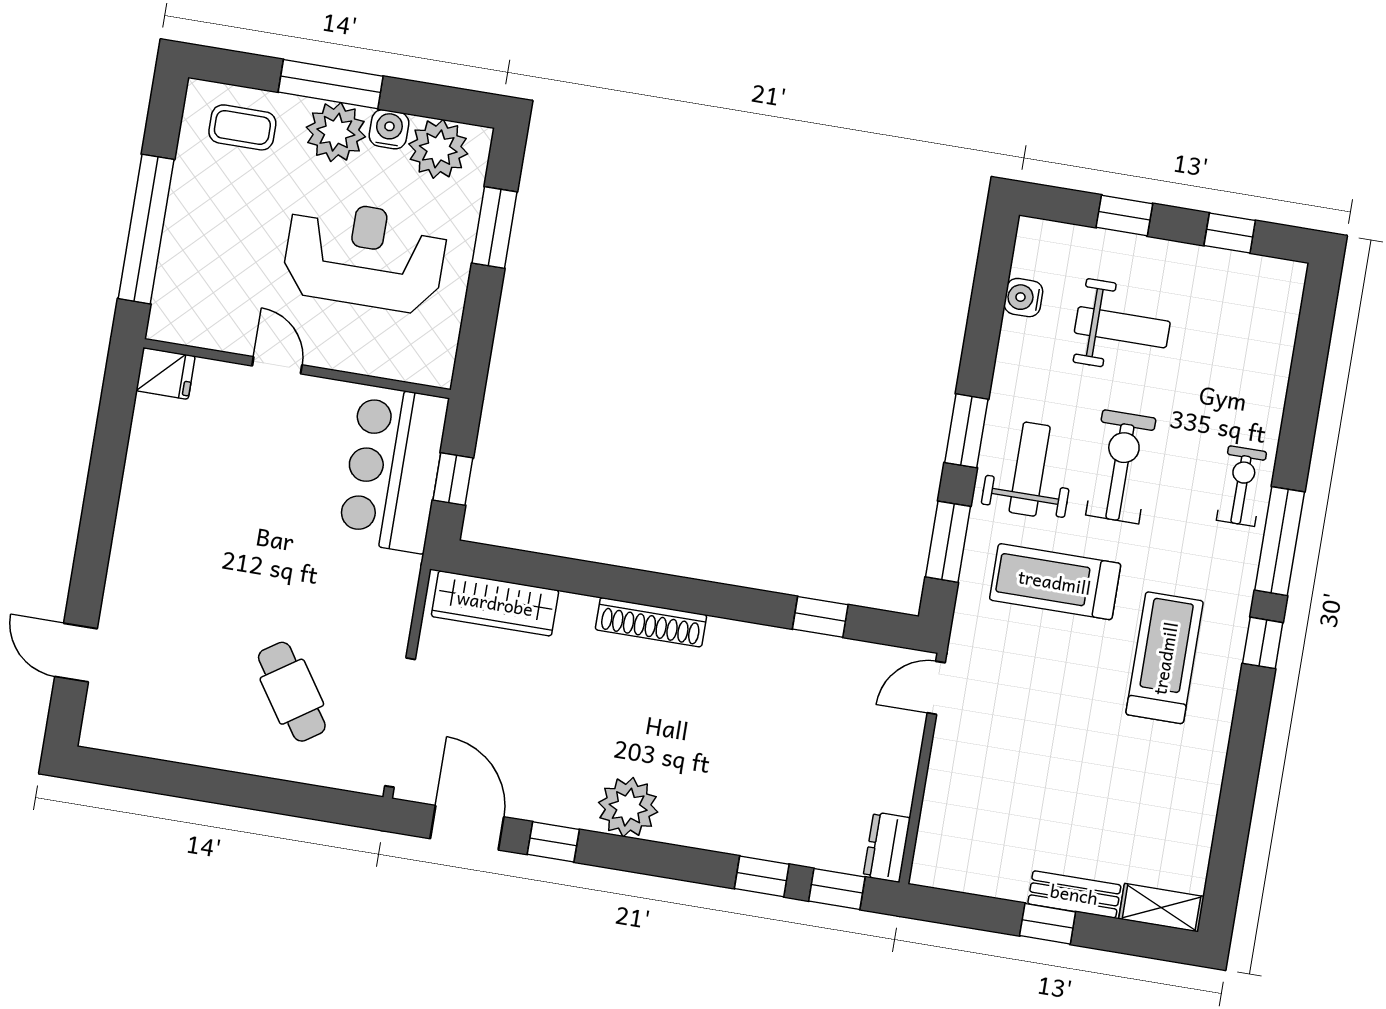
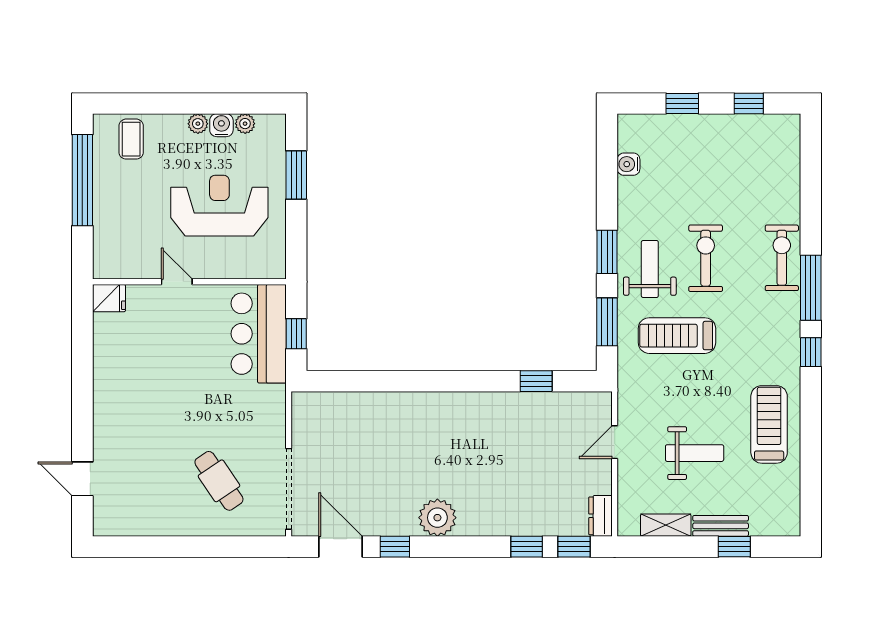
window: (331, 84) -> (181, 103), removed
coffee table: (242, 127) -> (131, 139), turned 90
plant: (336, 132) -> (198, 124), width x0.53, depth x0.53
plant: (438, 149) -> (245, 124), width x0.53, depth x0.53
window: (146, 229) -> (82, 180), moved
weight bench: (1122, 327) -> (695, 453), moved
exercise bike: (1242, 486) -> (782, 258), width x1.38, depth x1.39
wardrobe: (495, 603) -> (335, 406), removed
shoe rack: (651, 622) -> (433, 402), removed
treadmill: (1165, 658) -> (769, 424), moved
door: (936, 688) -> (615, 442), moved
shelving: (1161, 908) -> (666, 525), moved
window: (1048, 924) -> (734, 547), moved

